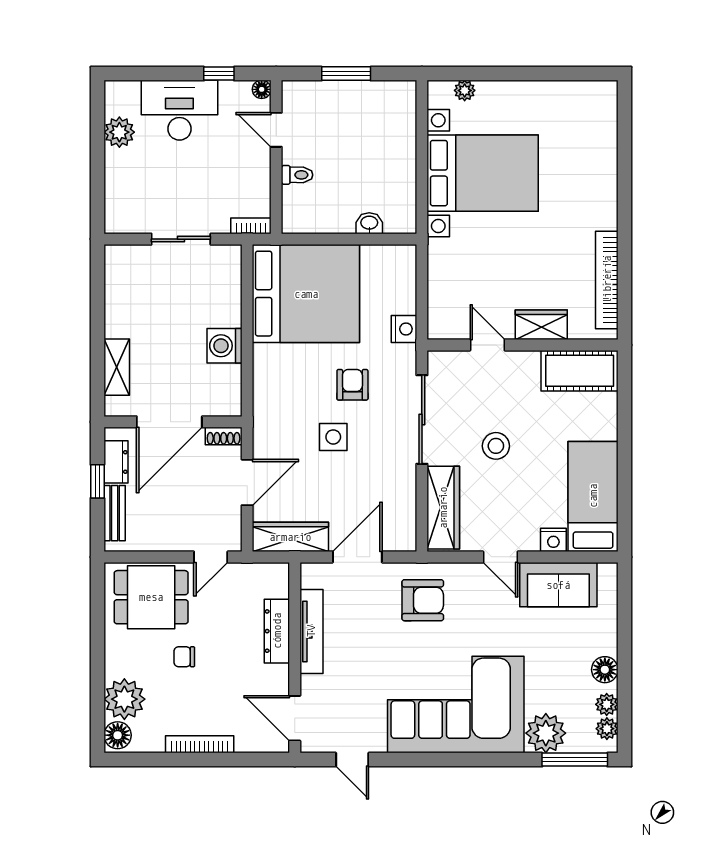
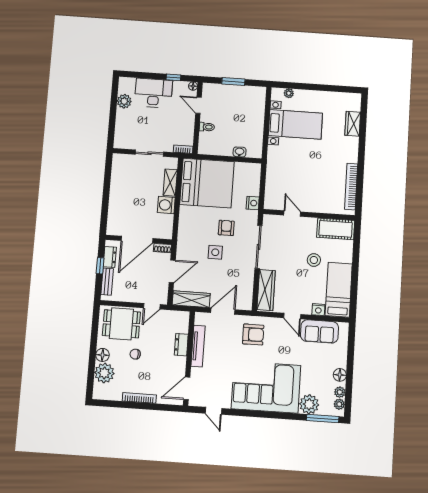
bed with nightstands: (483, 173) -> (295, 124), width x0.73
wardrobe: (541, 325) -> (353, 124), moved, turned -90
shelving: (117, 367) -> (170, 183), moved
stool: (496, 446) -> (314, 260), moved
dresser: (277, 631) -> (181, 345), width x0.70
door: (295, 718) -> (187, 388), hinge flipped
floor lamp: (118, 735) -> (102, 355), moved

